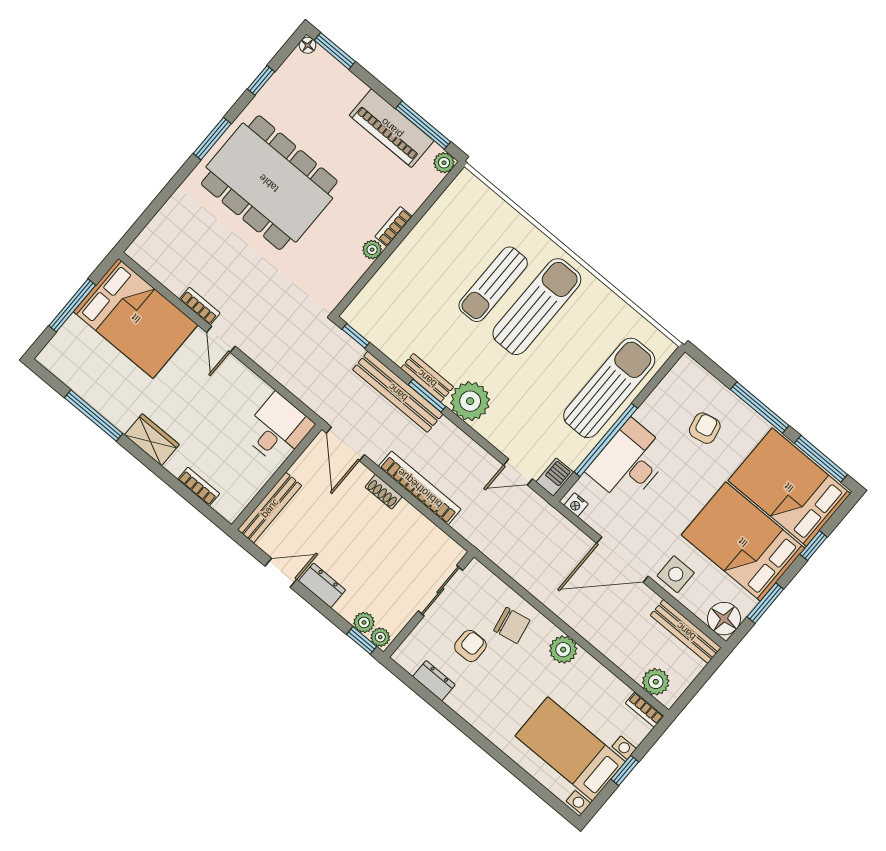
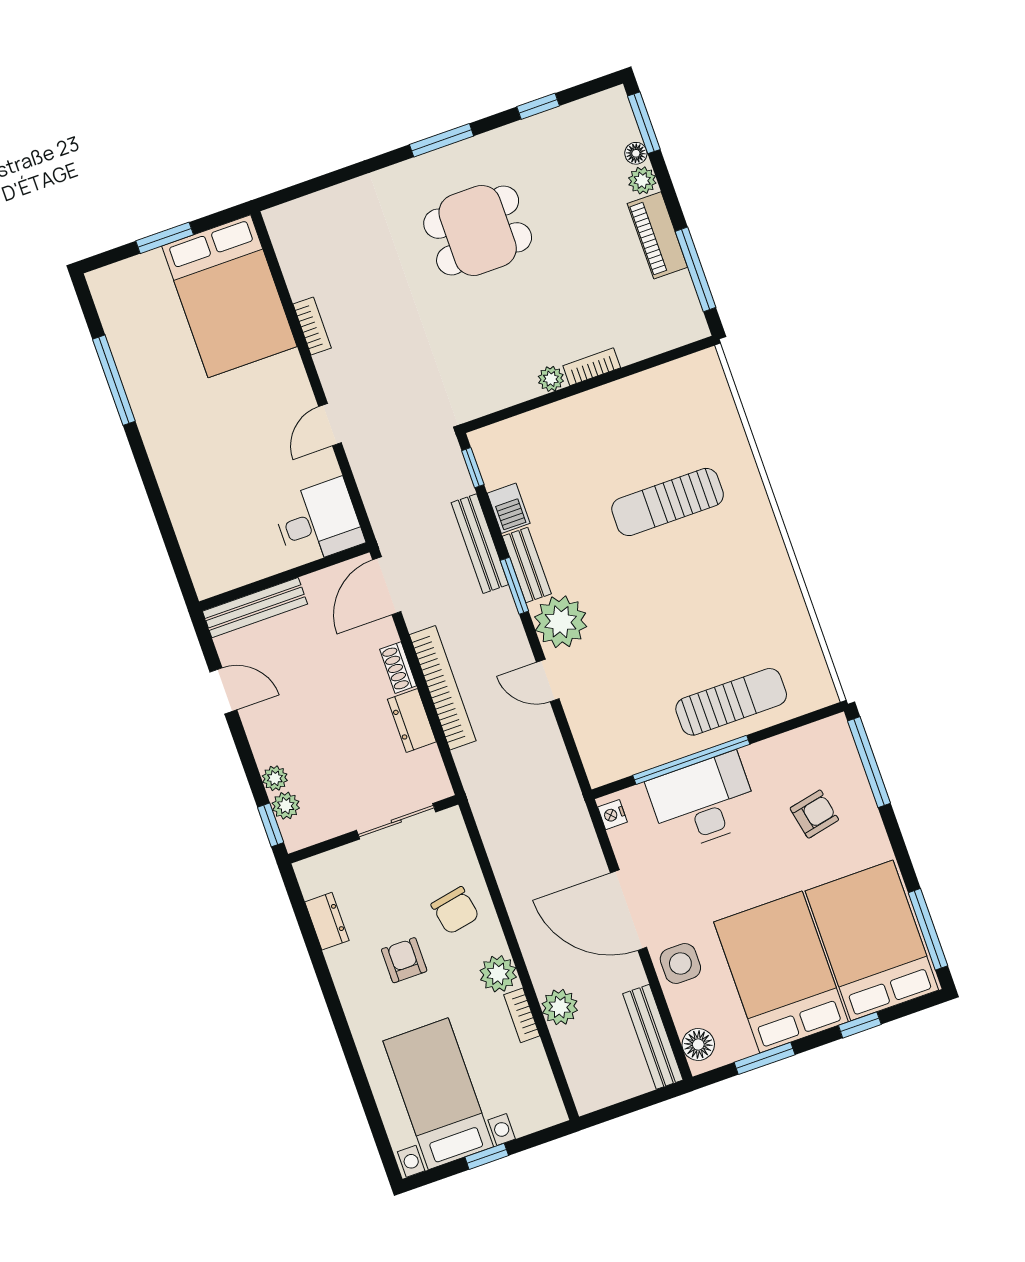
floor lamp: (308, 45) -> (636, 153), moved
piano: (392, 128) -> (657, 235), width x0.73, depth x0.75
plant: (444, 163) -> (642, 180), moved
dining table: (269, 183) -> (478, 230), width x0.53, depth x0.80
window: (72, 305) -> (165, 238), width x0.69
sun lounger: (537, 307) -> (703, 558), removed
door: (221, 339) -> (330, 425), moved
sun lounger: (609, 388) -> (731, 702), width x0.73, depth x0.75
bench: (398, 392) -> (480, 544), width x0.73, depth x0.82
window: (760, 407) -> (869, 762), moved
wardrobe: (152, 440) -> (165, 448), removed
door: (518, 472) -> (548, 681), moved
barbecue: (555, 477) -> (509, 508), moved, turned 90
bookcase: (199, 486) -> (187, 534), removed
dresser: (322, 585) -> (412, 721), moved, turned 180
floor lamp: (724, 619) -> (698, 1045), width x0.73, depth x0.73
plant: (380, 637) -> (275, 778), moved
armchair: (470, 646) -> (404, 960), moved, turned -90
plant: (656, 682) -> (560, 1007), moved
bookcase: (645, 710) -> (522, 1015), moved

